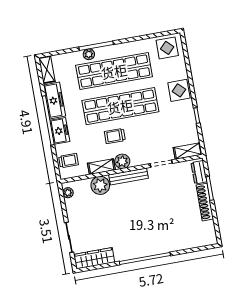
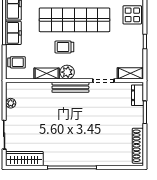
plant: (100, 185) -> (42, 91), removed
plant: (68, 193) -> (11, 103), moved
shoe rack: (205, 202) -> (138, 146), moved

